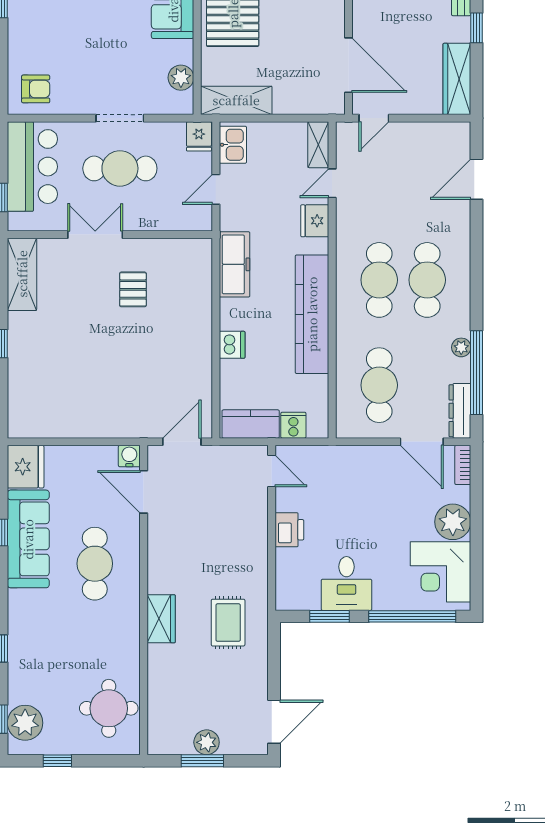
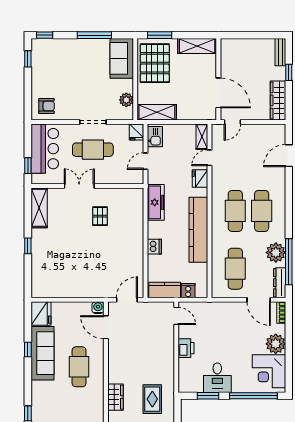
plant: (461, 347) -> (276, 253), width x1.88, depth x1.88

